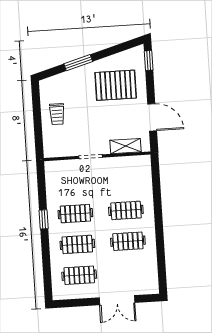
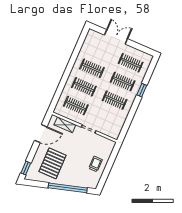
window: (78, 63) -> (68, 188), width x2.11
pallet: (116, 85) -> (53, 163), turned 90
door: (152, 117) -> (41, 134), swing flipped
clothes rail: (124, 180) -> (76, 106), added
window: (44, 219) -> (142, 90), moved

